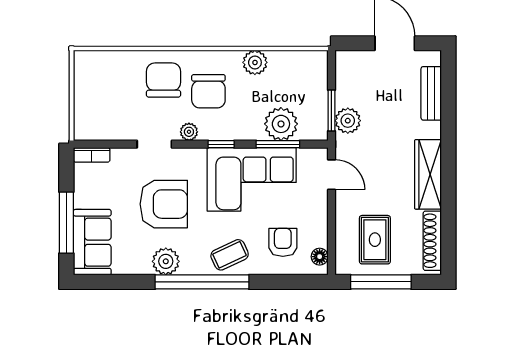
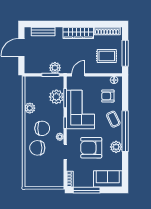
armchair: (164, 204) -> (91, 148), turned -90
window: (66, 223) -> (87, 190), moved

